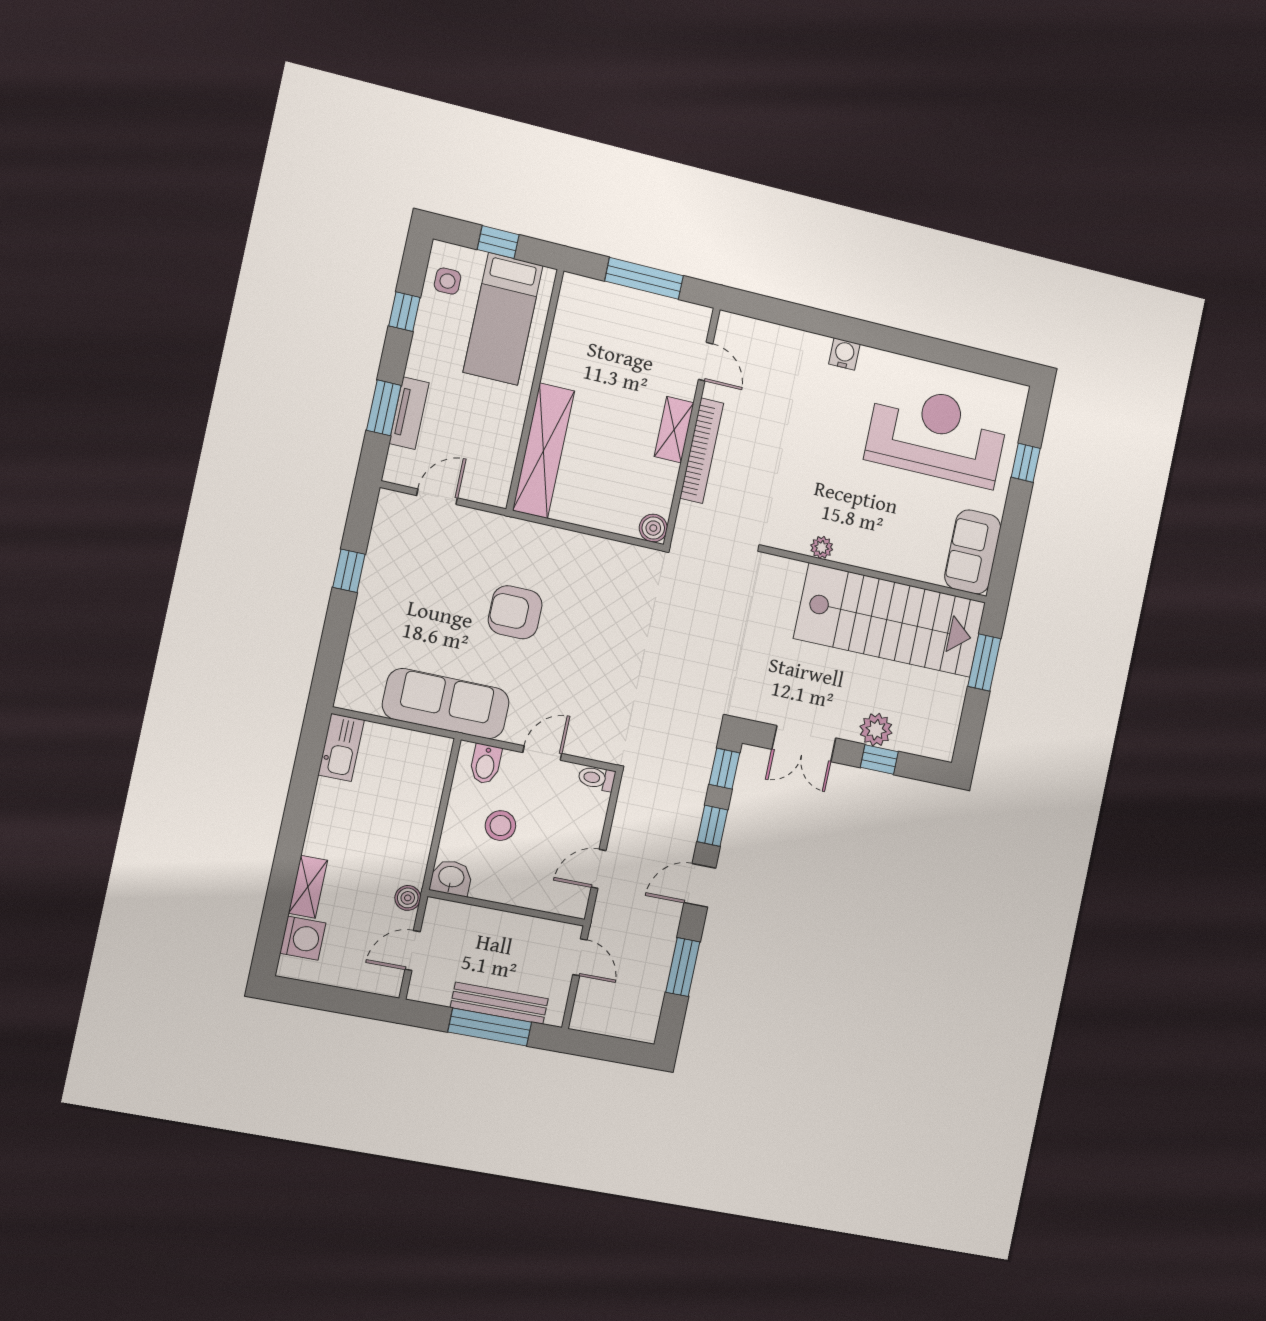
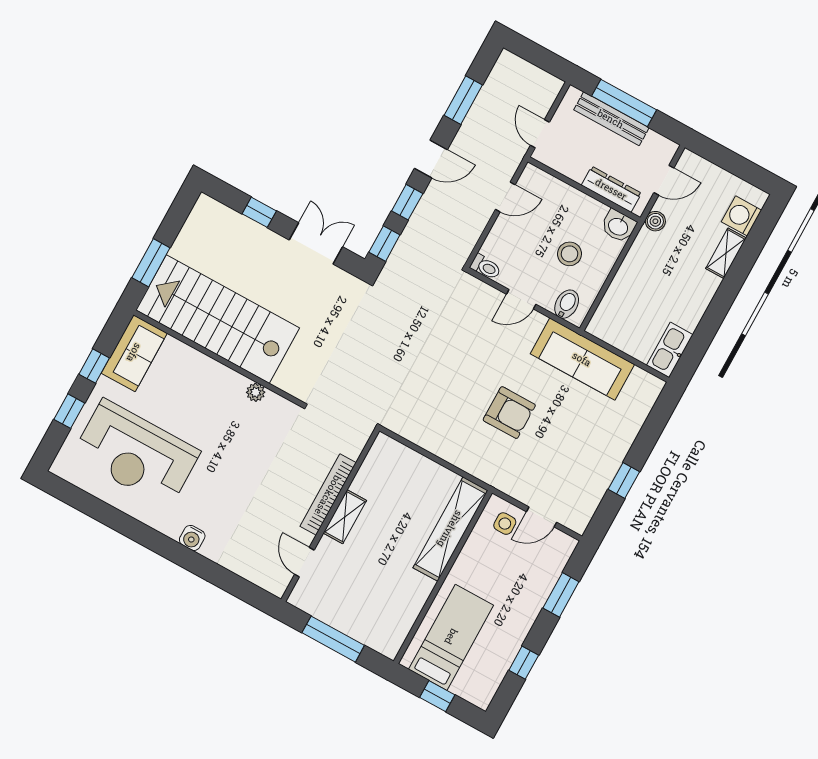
side table: (448, 281) -> (505, 524), moved
tv unit: (409, 413) -> (543, 586), removed
window: (1013, 523) -> (94, 366), added
boiler: (653, 528) -> (384, 446), removed
plant: (876, 730) -> (255, 237), removed
dresser: (473, 919) -> (611, 189), added

